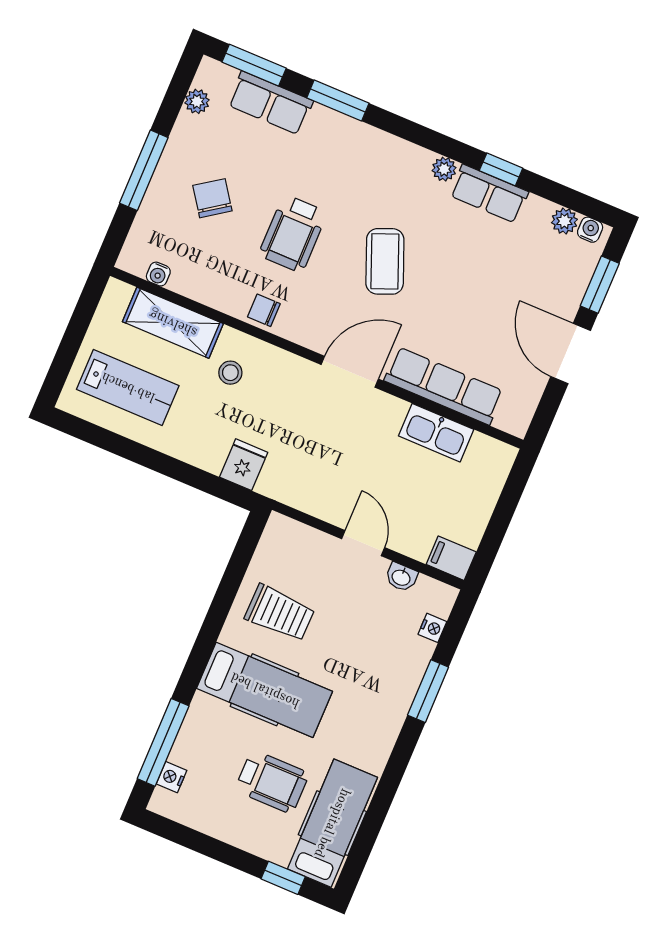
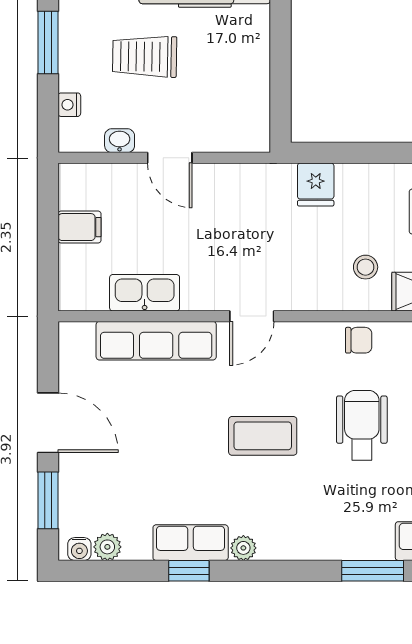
coffee table: (385, 261) -> (263, 436), turned -68
door: (350, 372) -> (252, 316), width x0.73
filing cabinet: (451, 558) -> (80, 227), moved
trolley: (280, 613) -> (145, 57), moved

